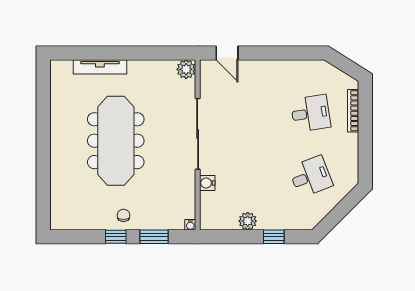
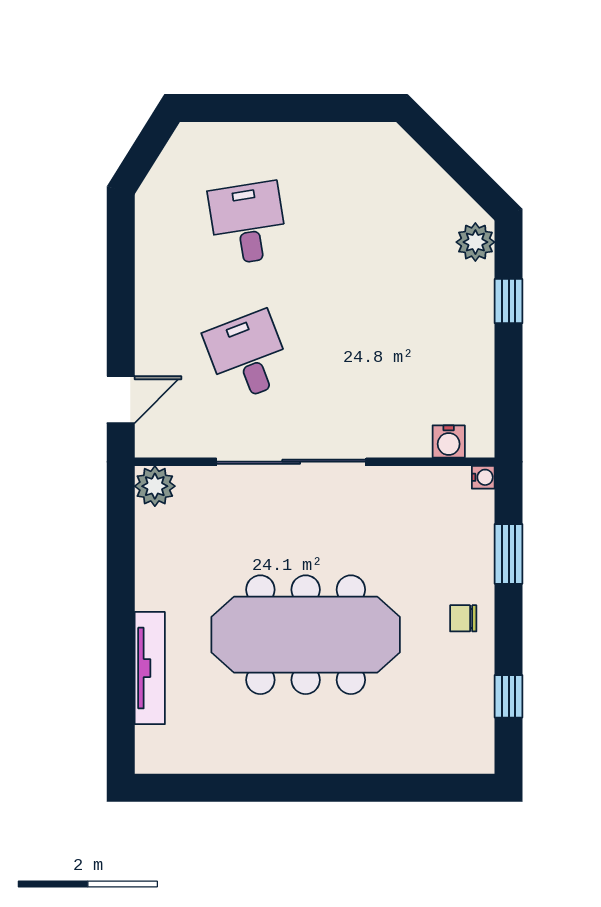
bookcase: (353, 111) -> (242, 133), removed
desk: (311, 177) -> (248, 356), moved
water cooler: (207, 183) -> (449, 441), moved
plant: (248, 221) -> (475, 242), moved
window: (116, 237) -> (509, 696), moved

